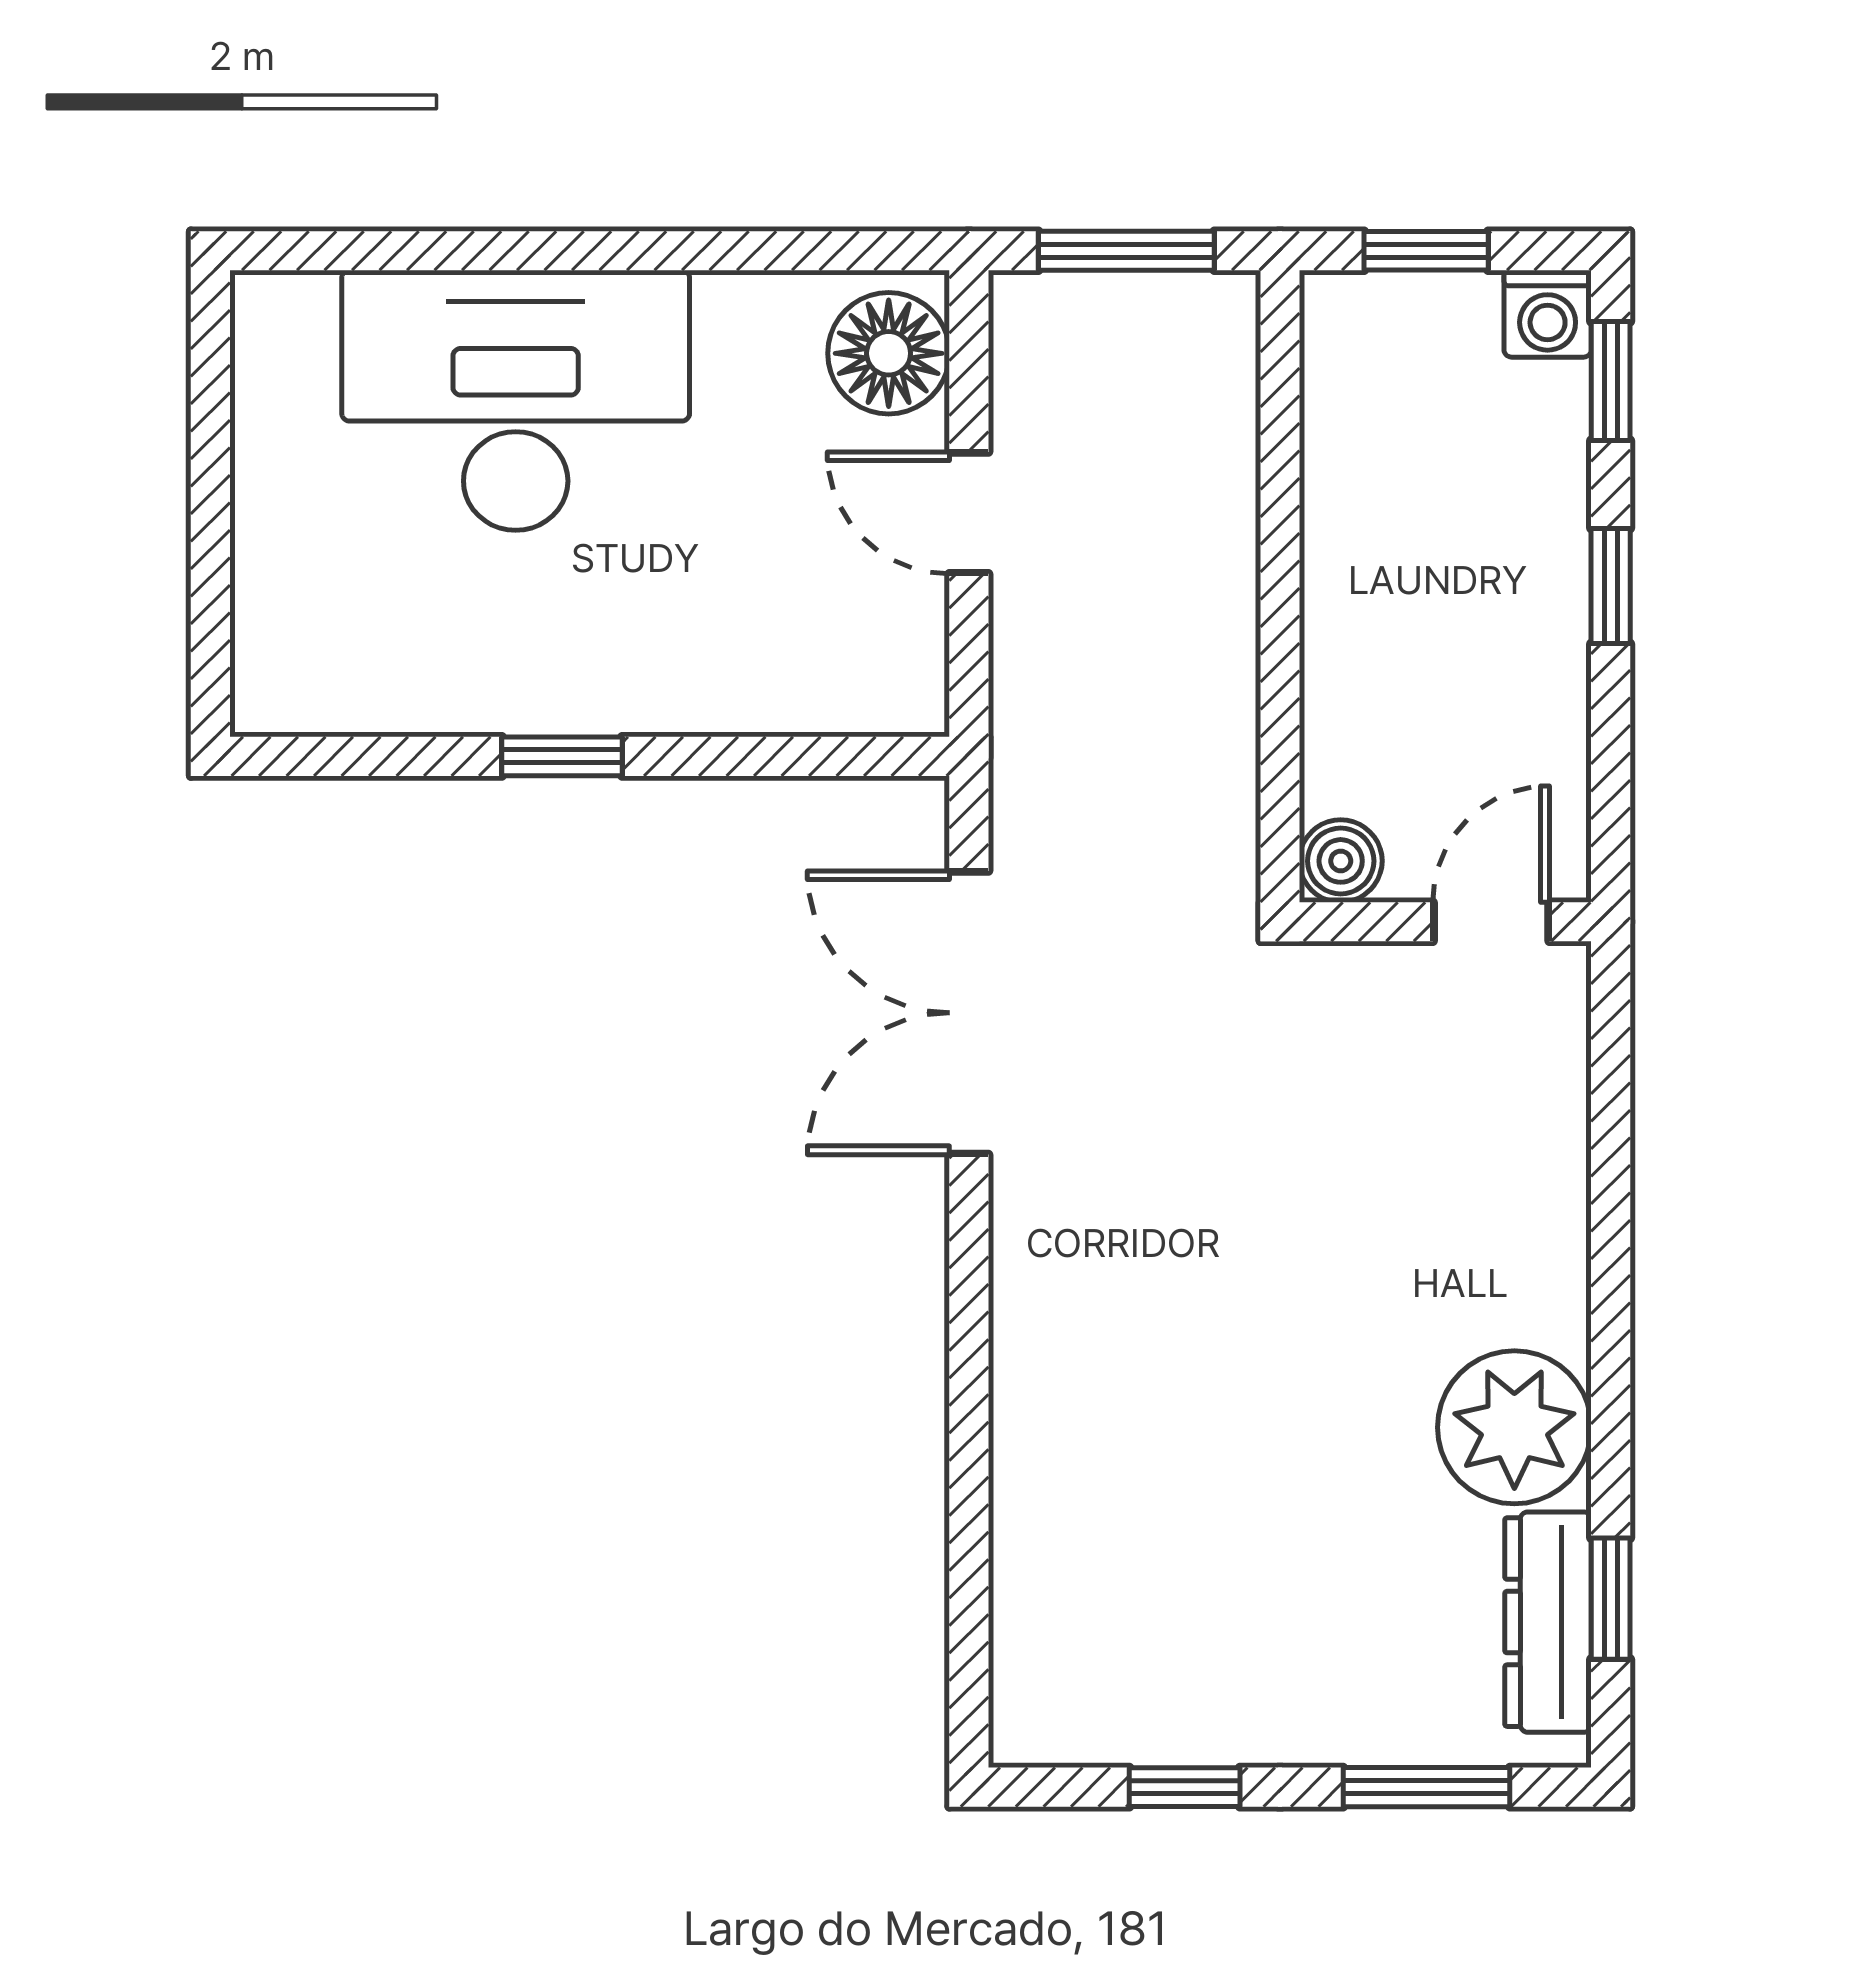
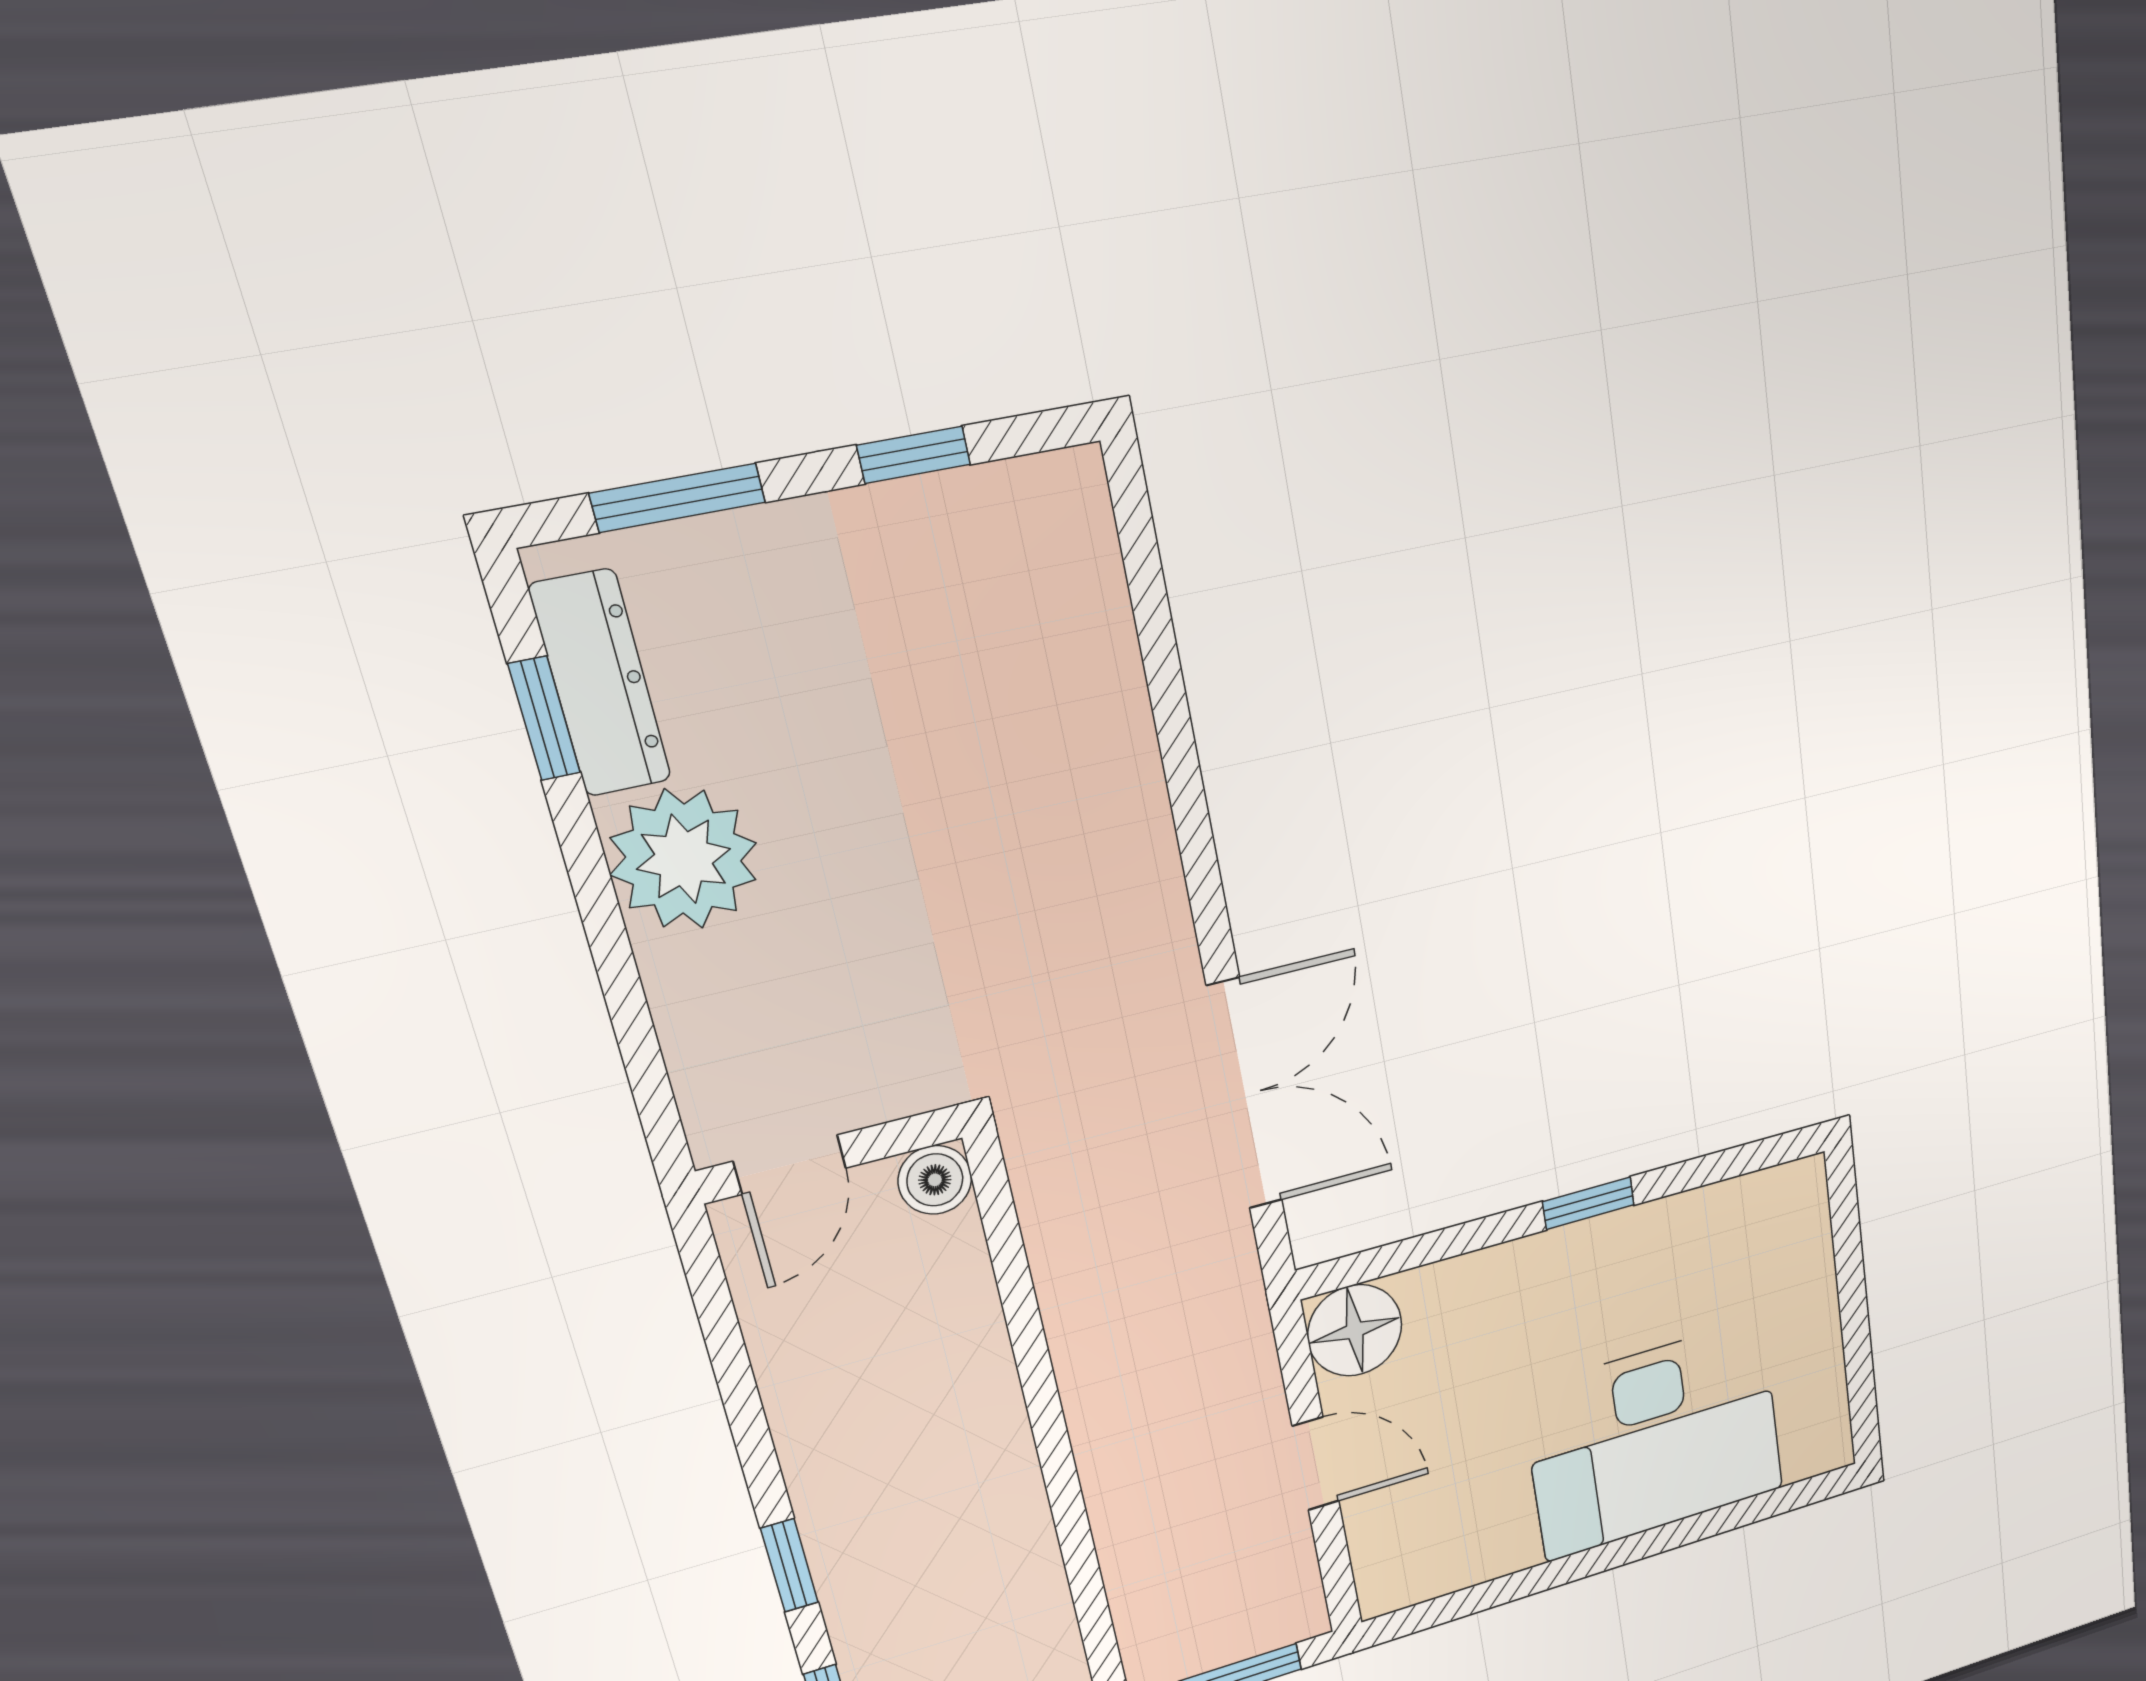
floor lamp: (889, 353) -> (1355, 1330), moved
boiler: (1341, 861) -> (935, 1180), moved
wall: (1445, 922) -> (831, 1154), moved
door: (1491, 922) -> (790, 1165), moved

